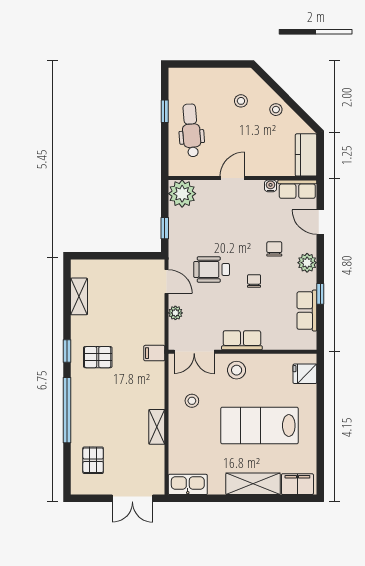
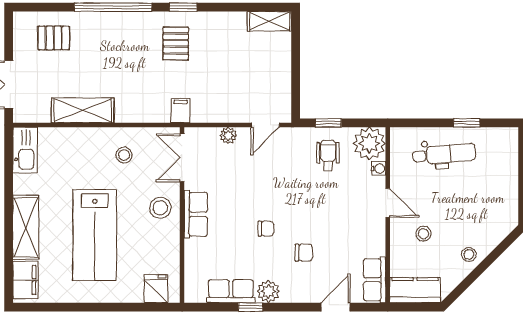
stool: (241, 101) -> (423, 234), moved
water cooler: (271, 186) -> (379, 168), moved
plant: (307, 263) -> (268, 291), moved
wheelchair: (212, 269) -> (328, 155), moved, width x0.73, depth x0.73
shelving: (79, 296) -> (269, 21), moved
lab bench: (260, 426) -> (95, 235), turned 180
shelving: (157, 427) -> (83, 110), width x1.50, depth x1.33

